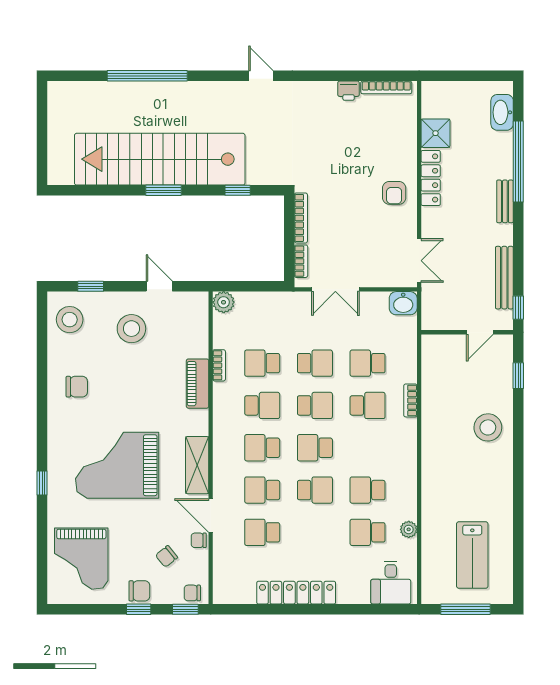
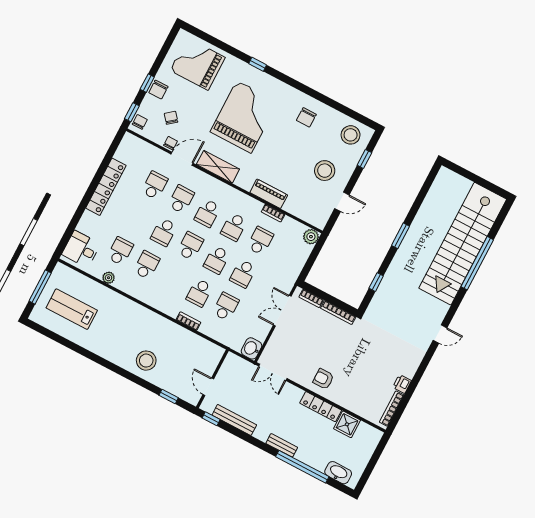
stairs: (160, 159) -> (463, 244), moved, turned 180
school desk: (262, 448) -> (207, 213), turned 180

